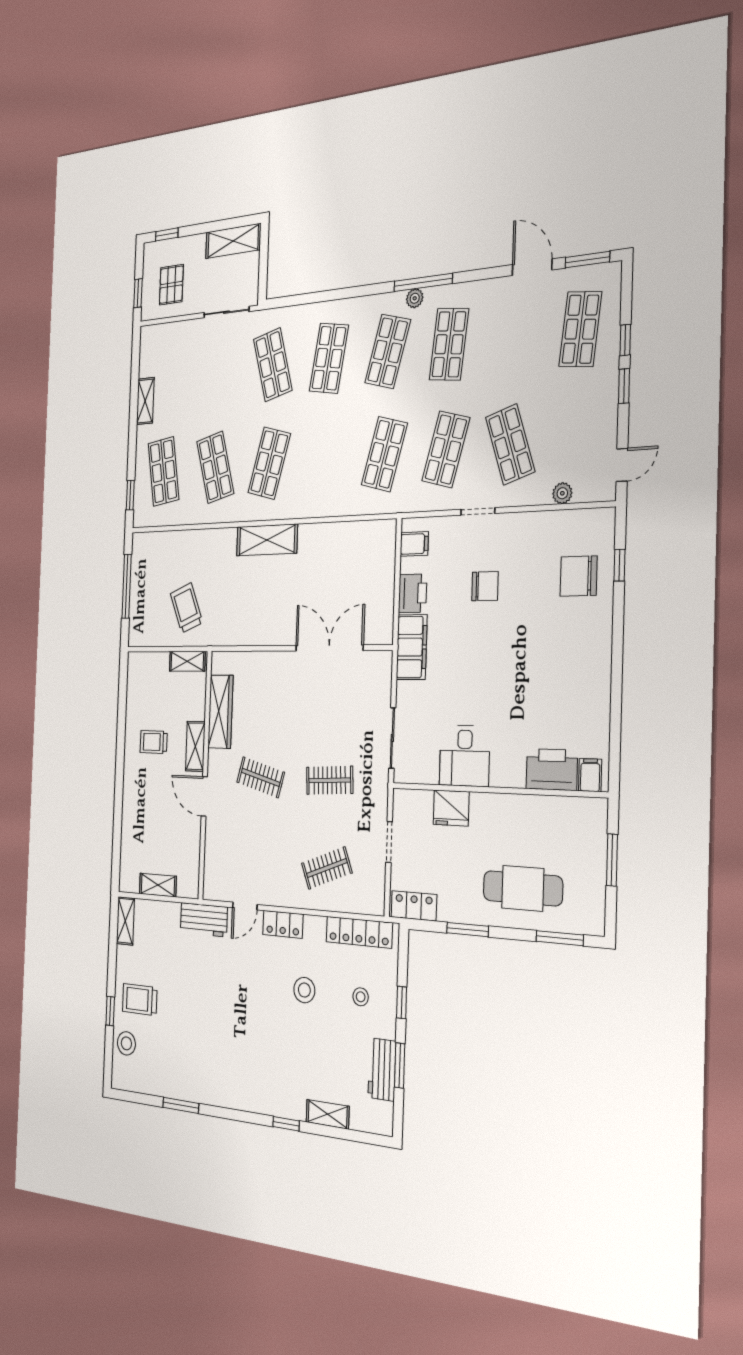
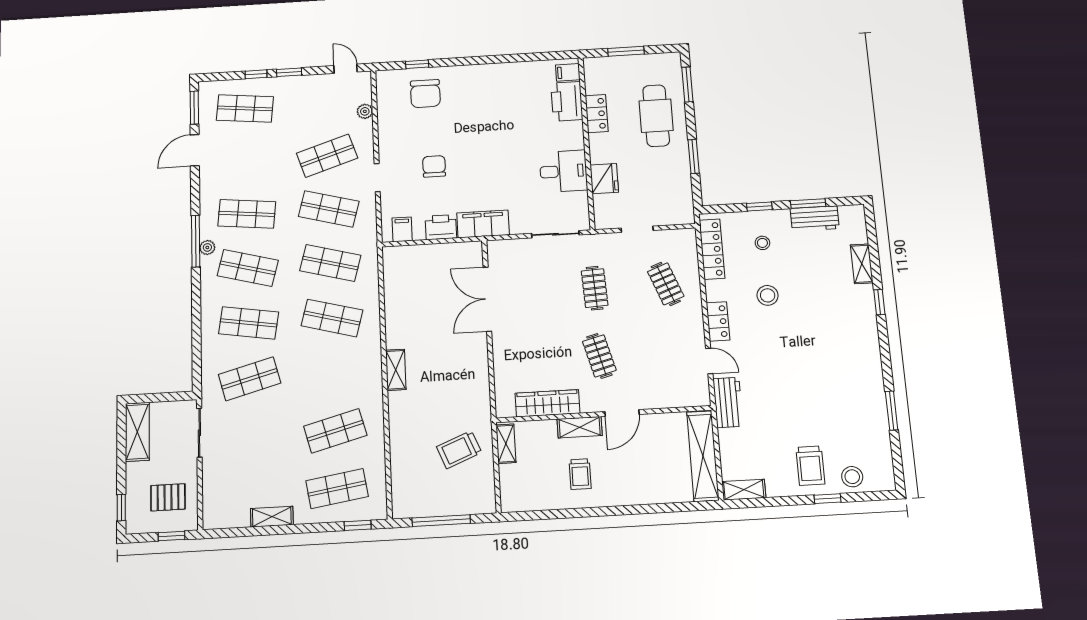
shop shelf: (269, 463) -> (332, 318), moved
shelving: (267, 540) -> (396, 370), width x0.67, depth x0.75
clothes rail: (261, 777) -> (599, 356), turned -30
shelving: (158, 885) -> (703, 456), width x2.20, depth x1.33
locker: (414, 906) -> (597, 114), moved, turned 180

